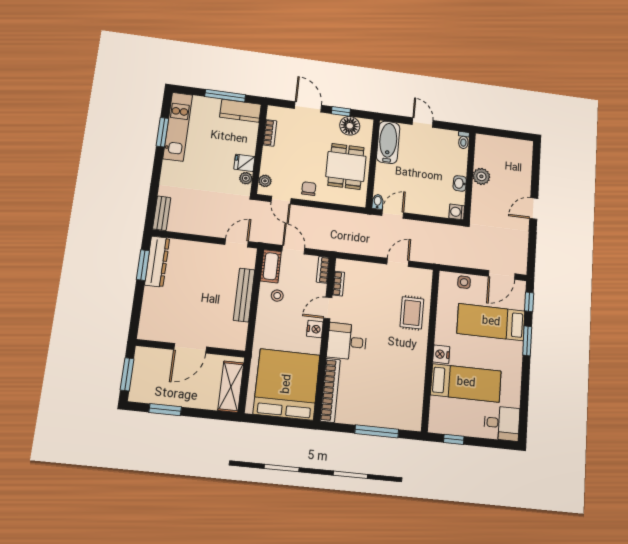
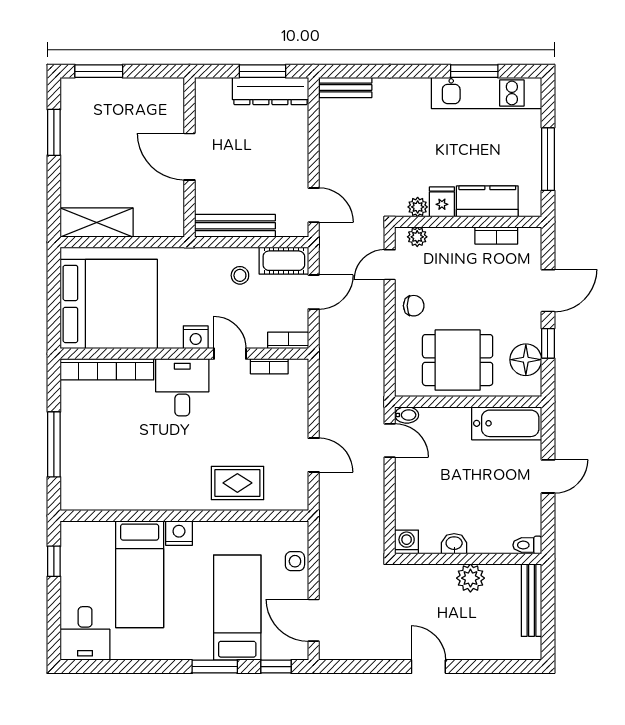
kitchen counter: (240, 111) -> (487, 201), moved, turned 90
bench: (497, 142) -> (532, 600), added
door: (190, 348) -> (189, 157), moved
wall: (191, 348) -> (189, 157), moved

